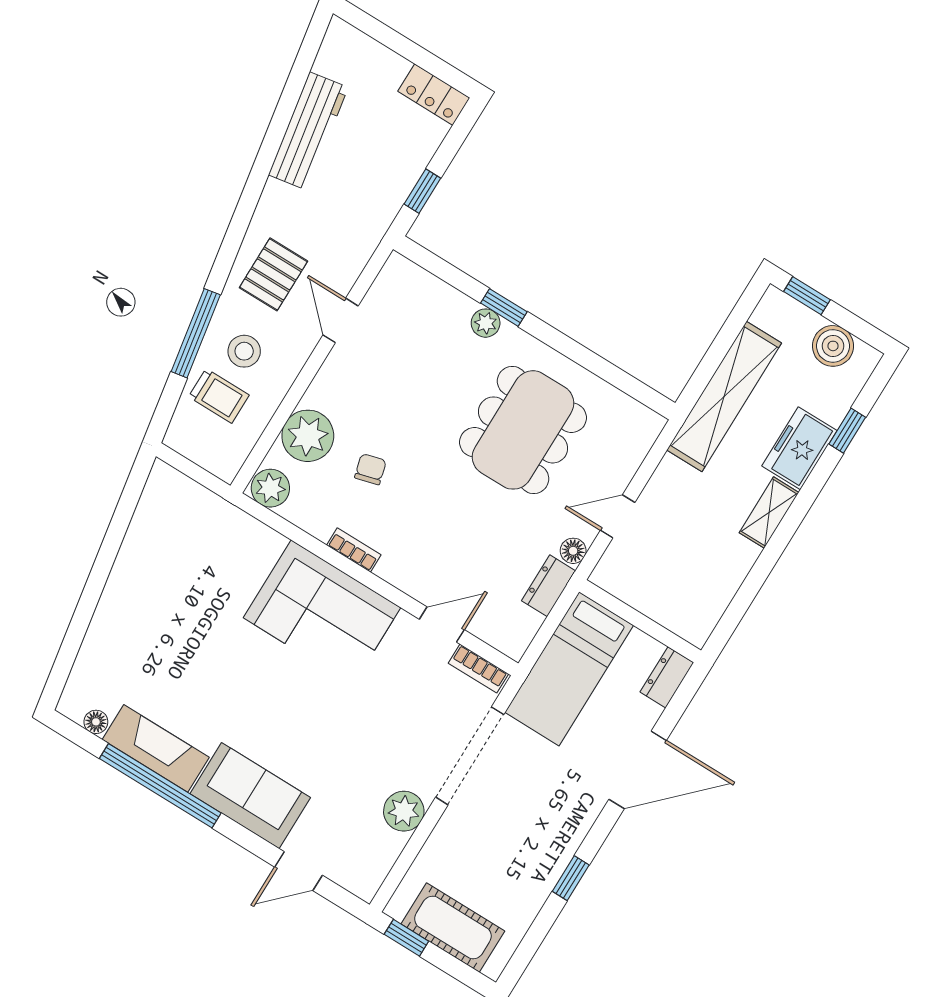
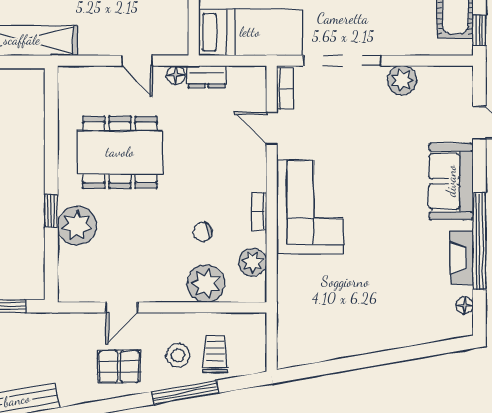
plant: (486, 323) -> (77, 226), width x1.88, depth x1.88
plant: (270, 488) -> (253, 262), moved
fireplace: (156, 748) -> (462, 258), width x0.73, depth x0.76

